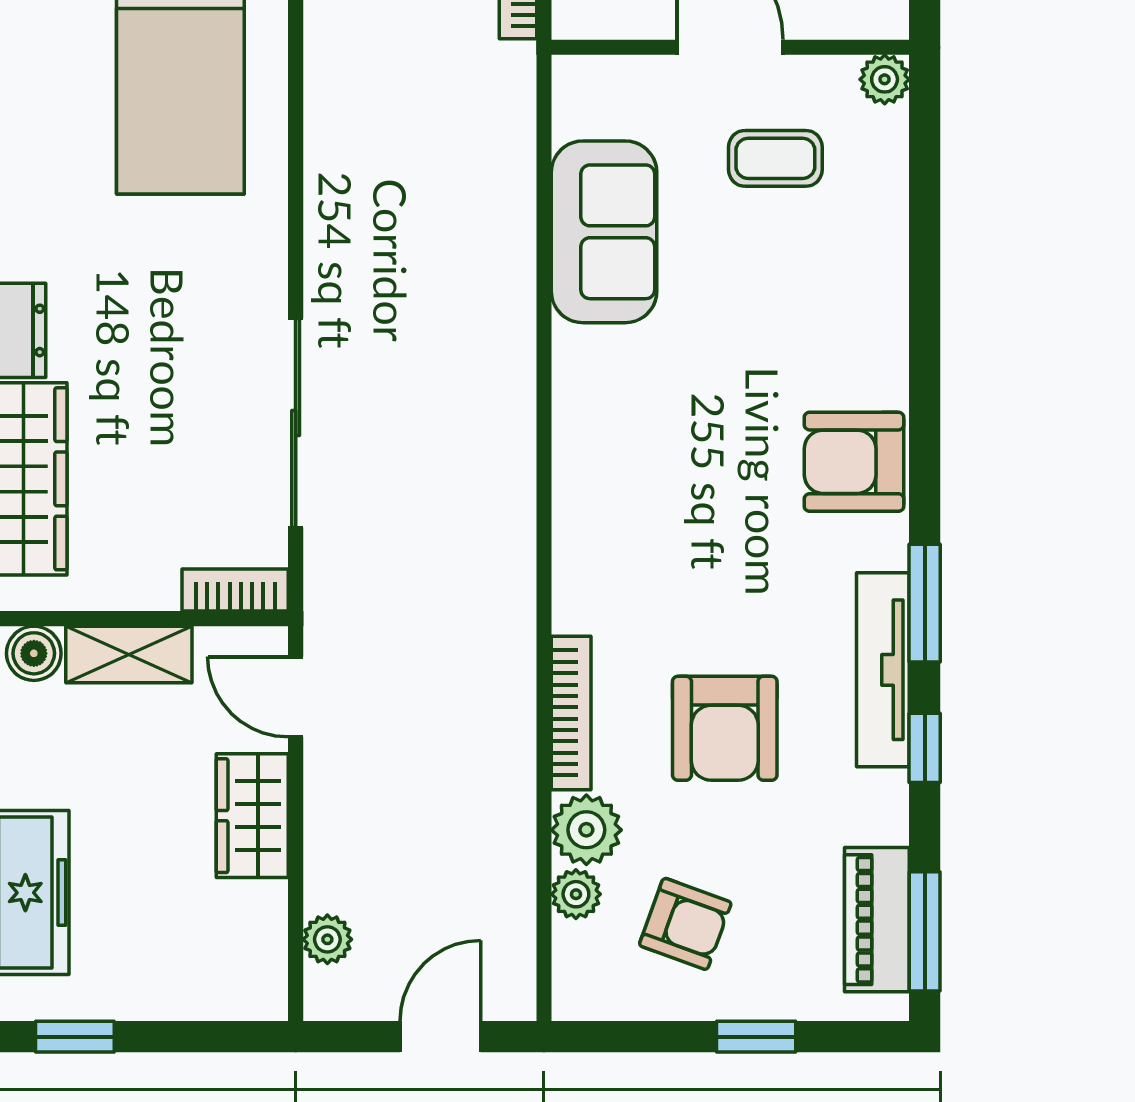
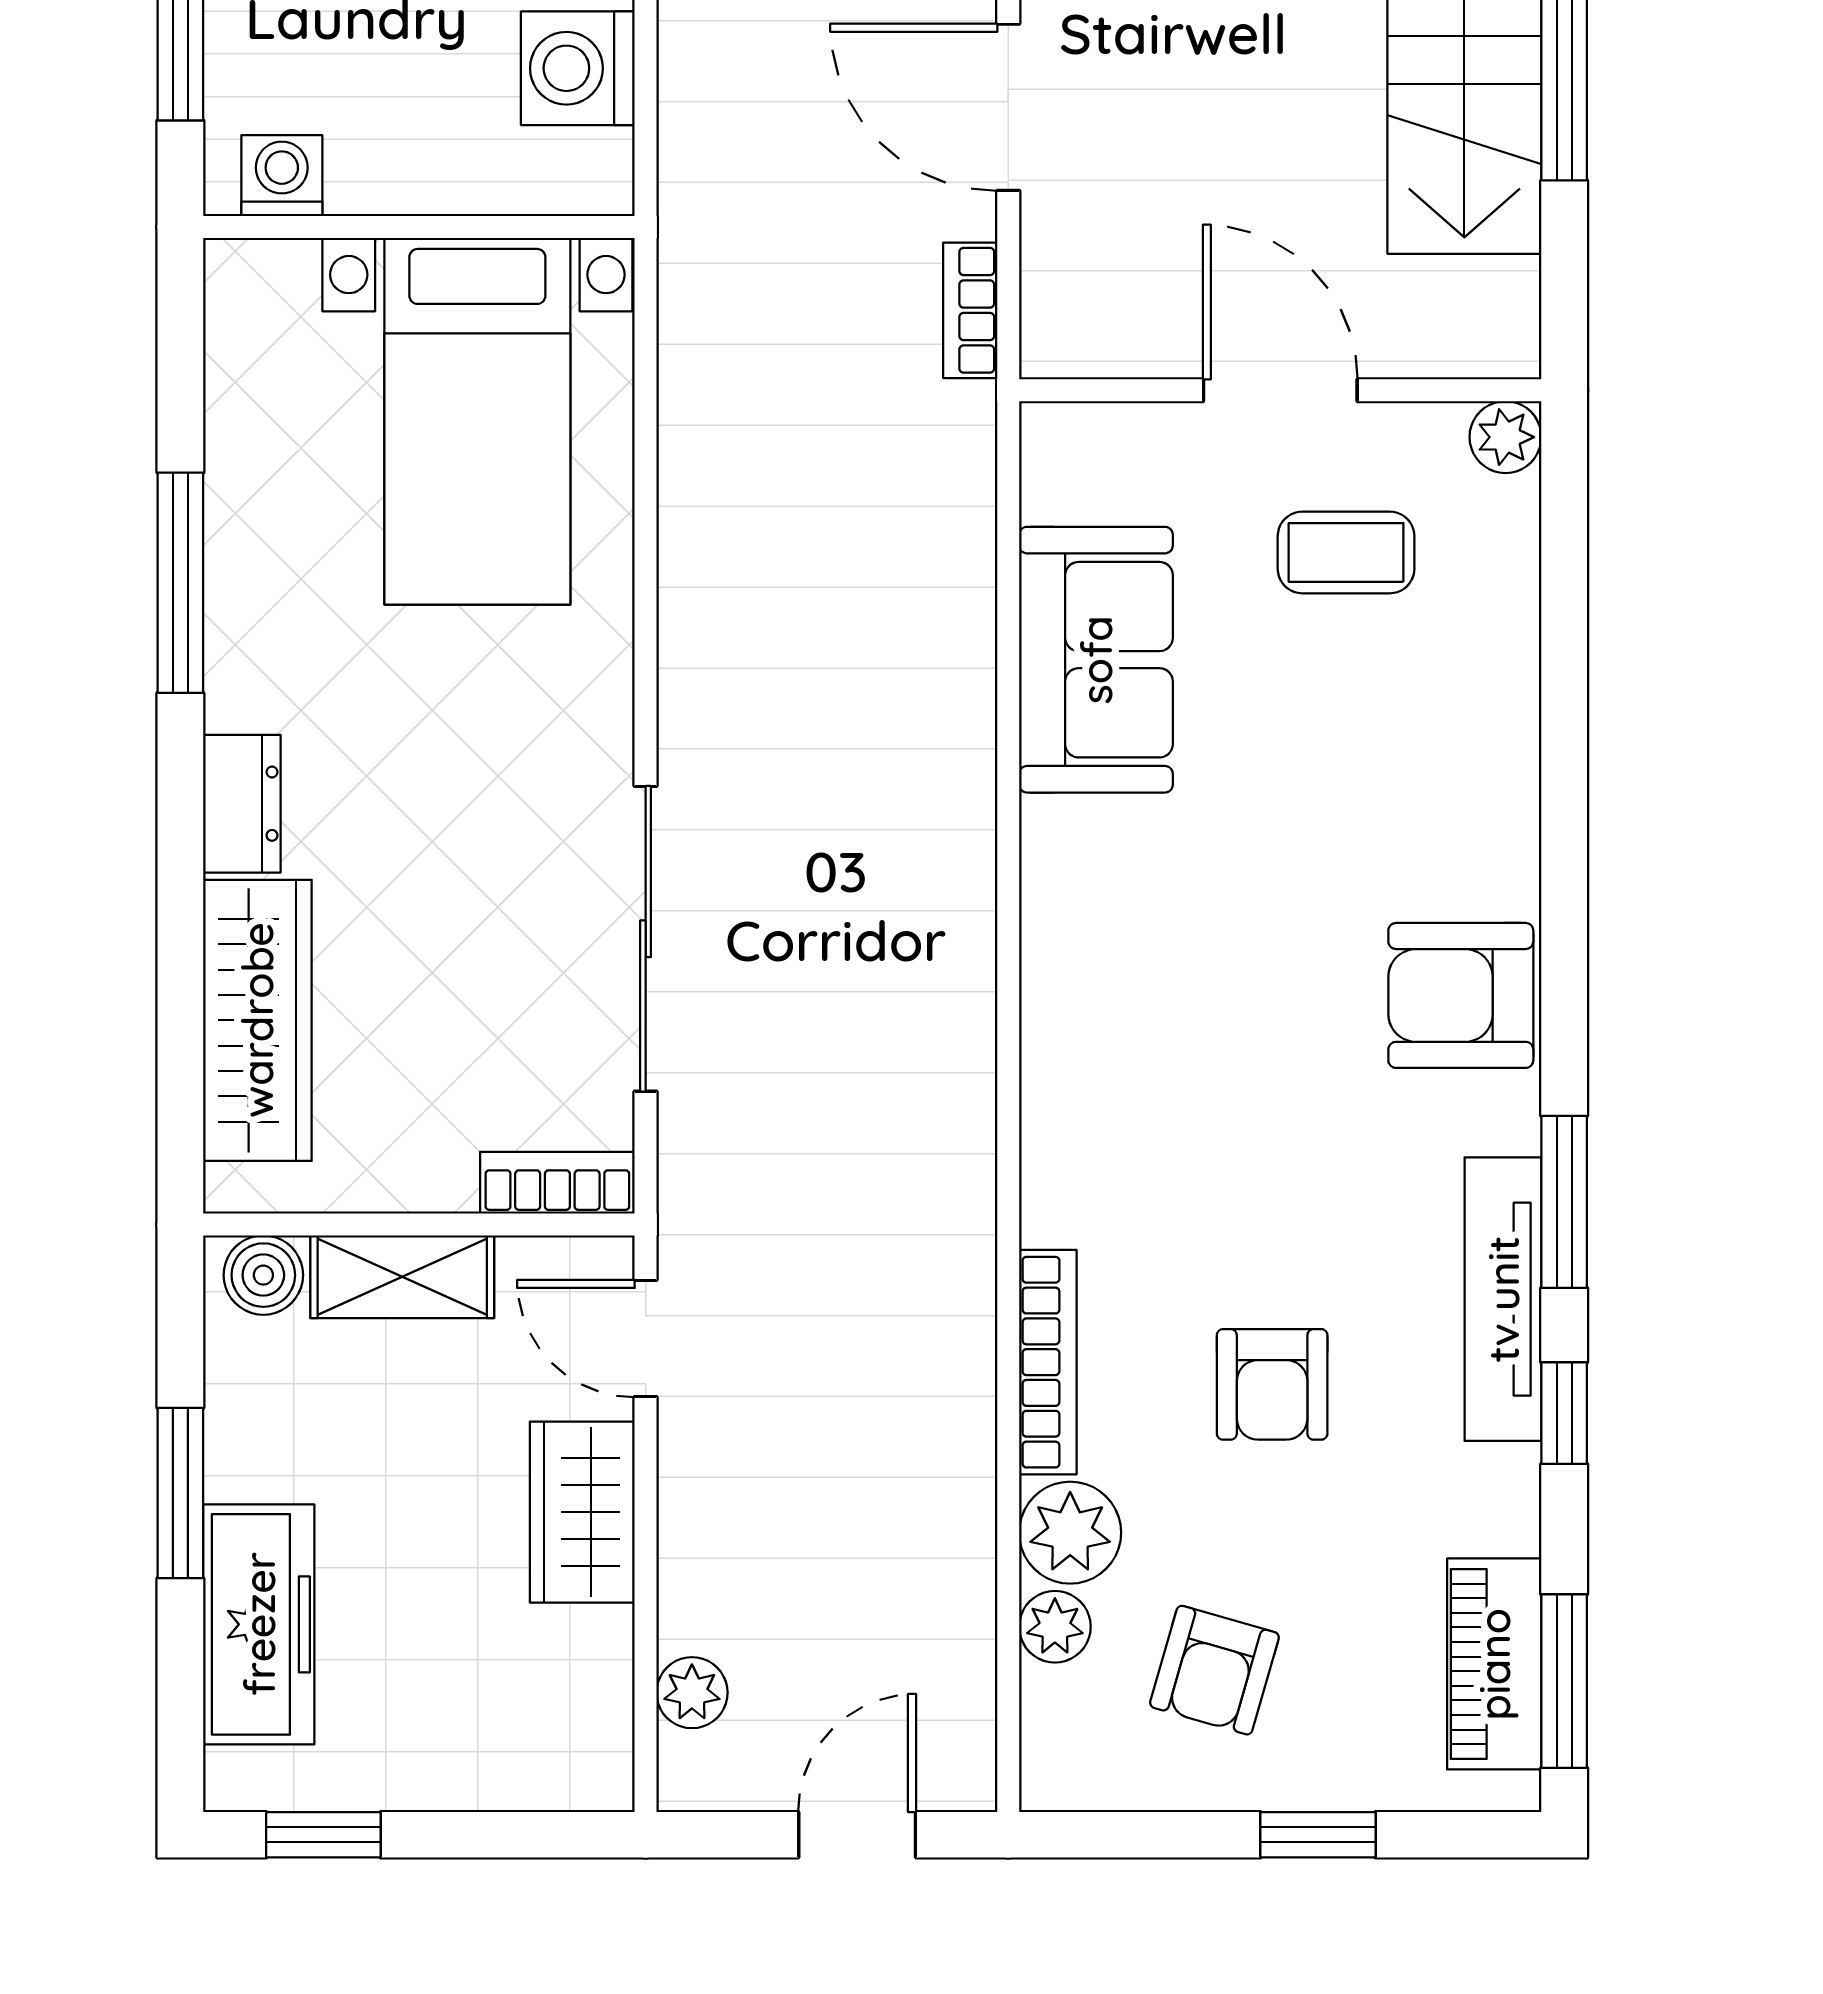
armchair: (725, 728) -> (1272, 1384), width x0.72, depth x0.72
armchair: (685, 924) -> (1214, 1670), turned 86

